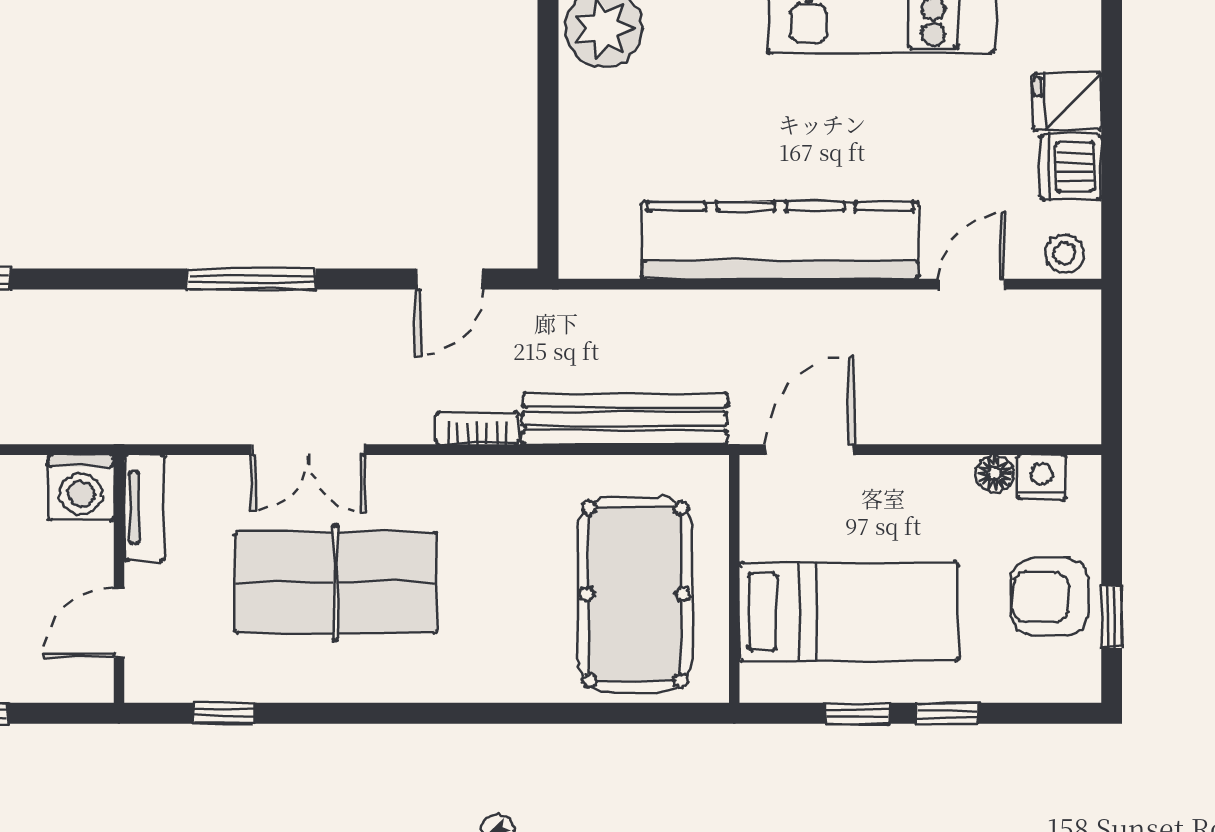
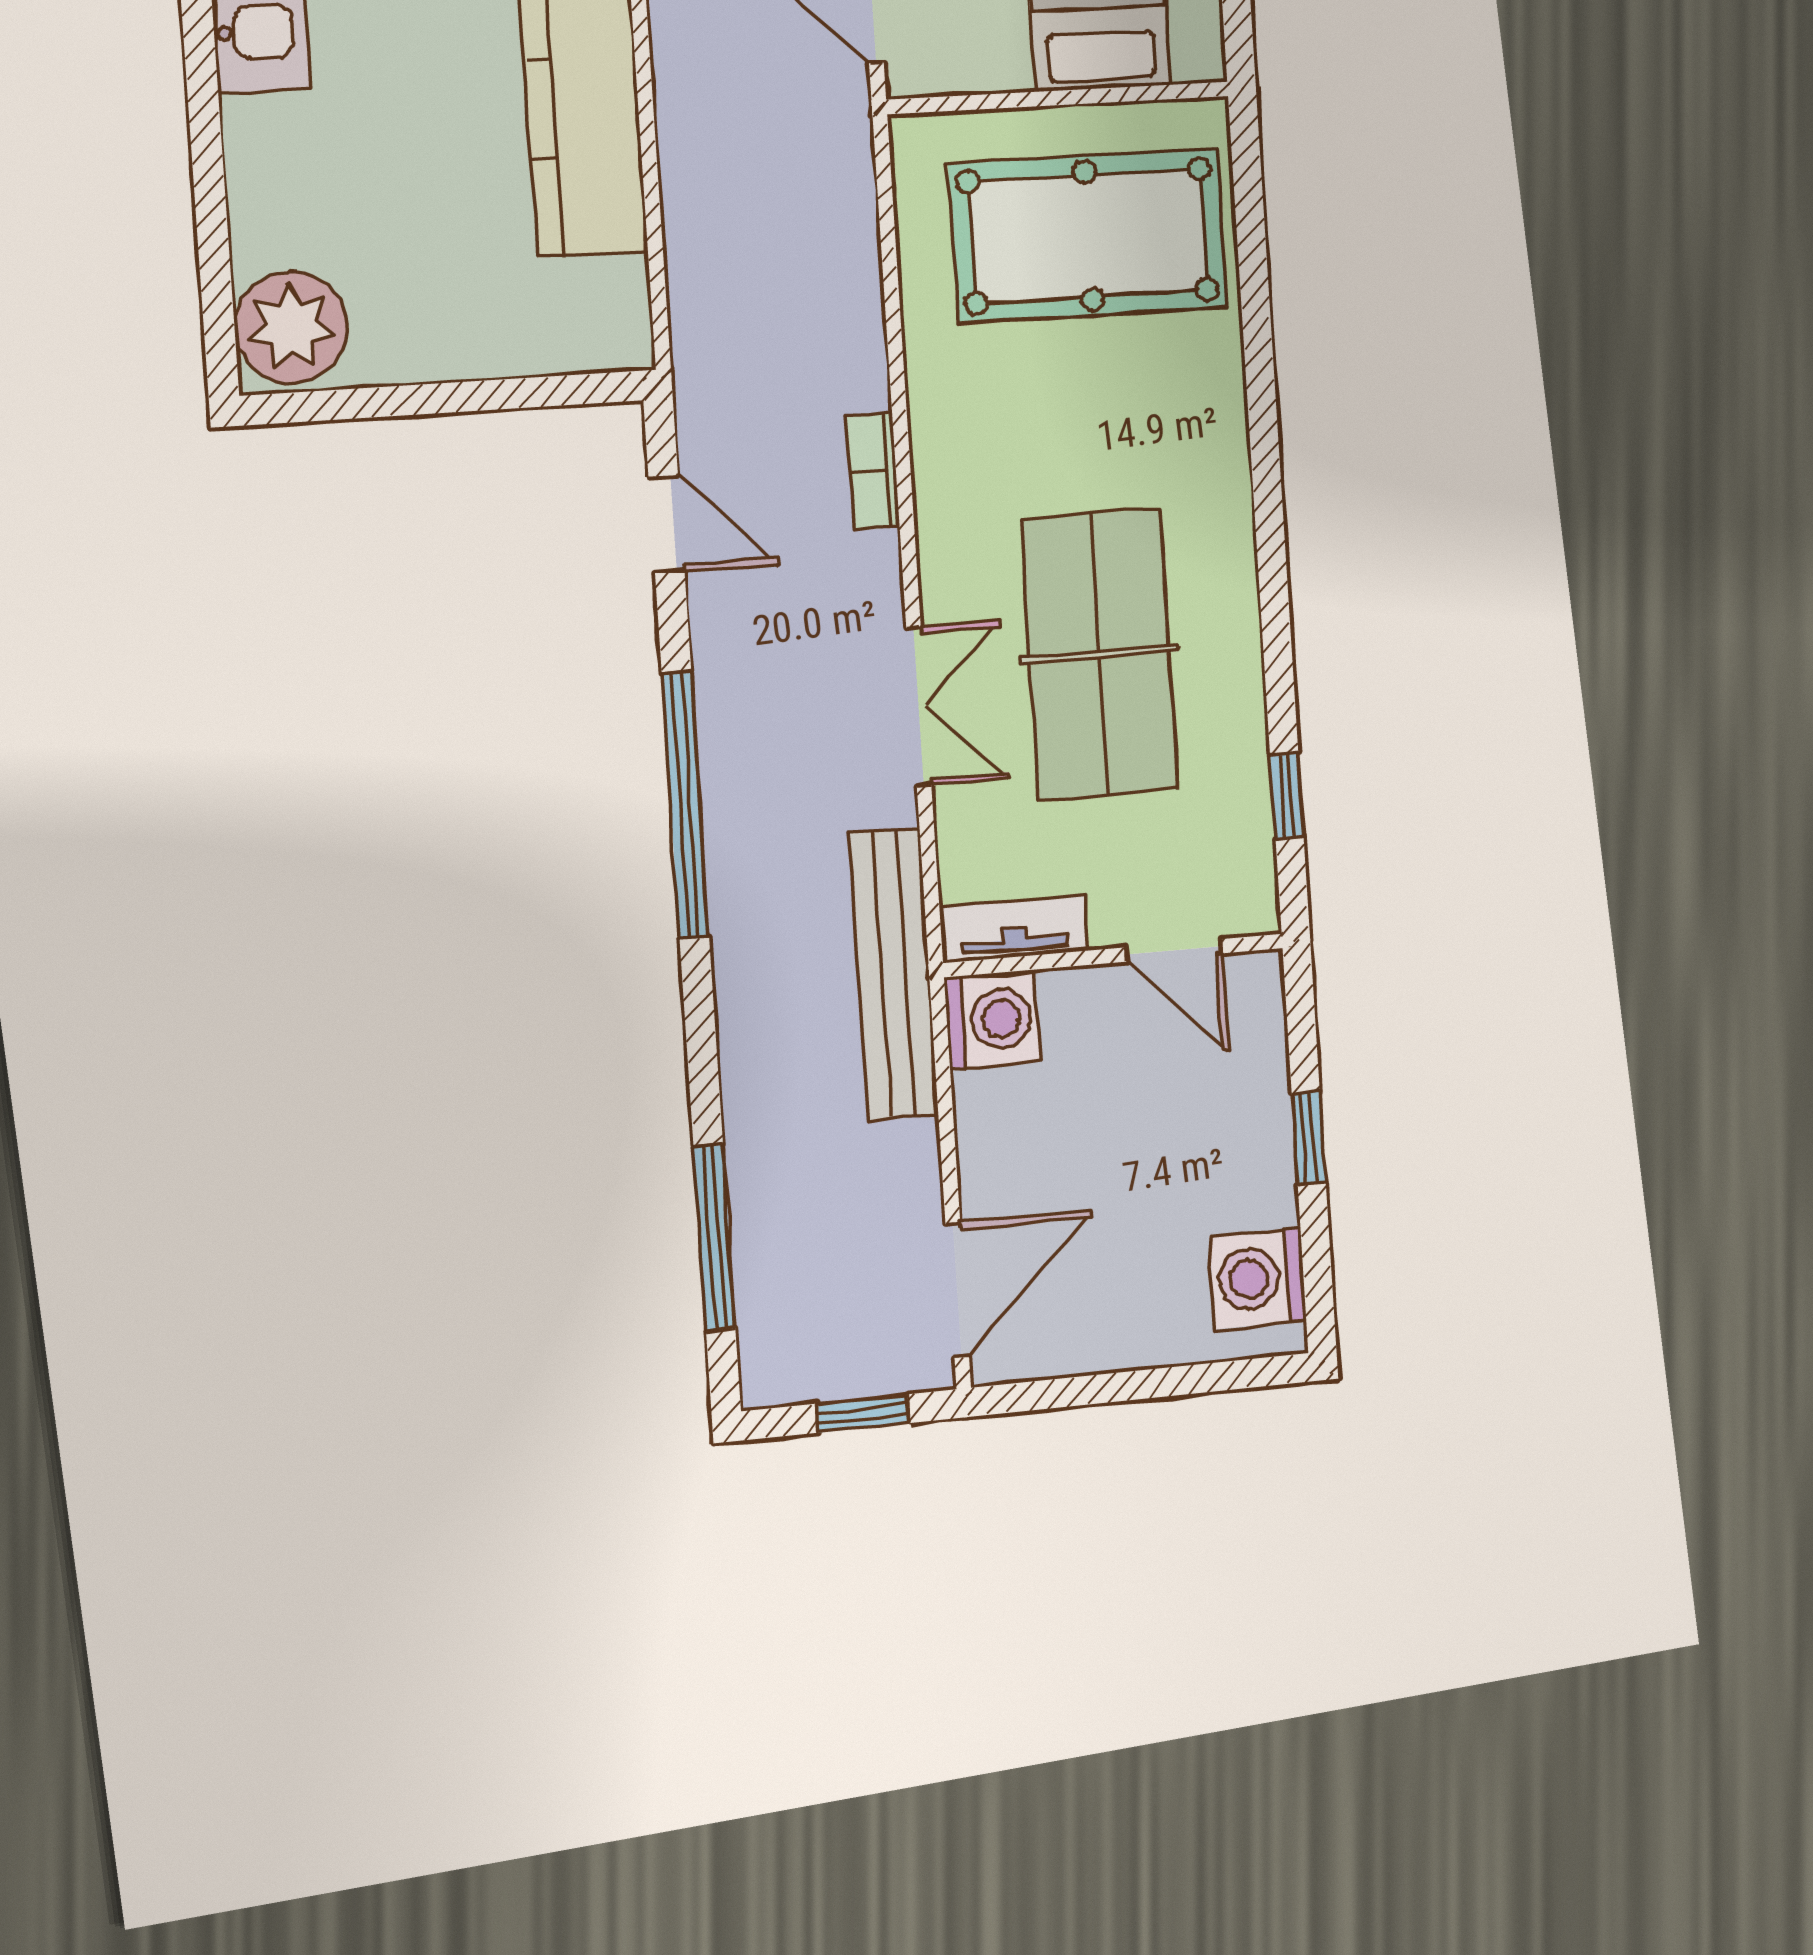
window: (251, 279) -> (685, 805), width x1.46
bench: (625, 419) -> (894, 974), moved

